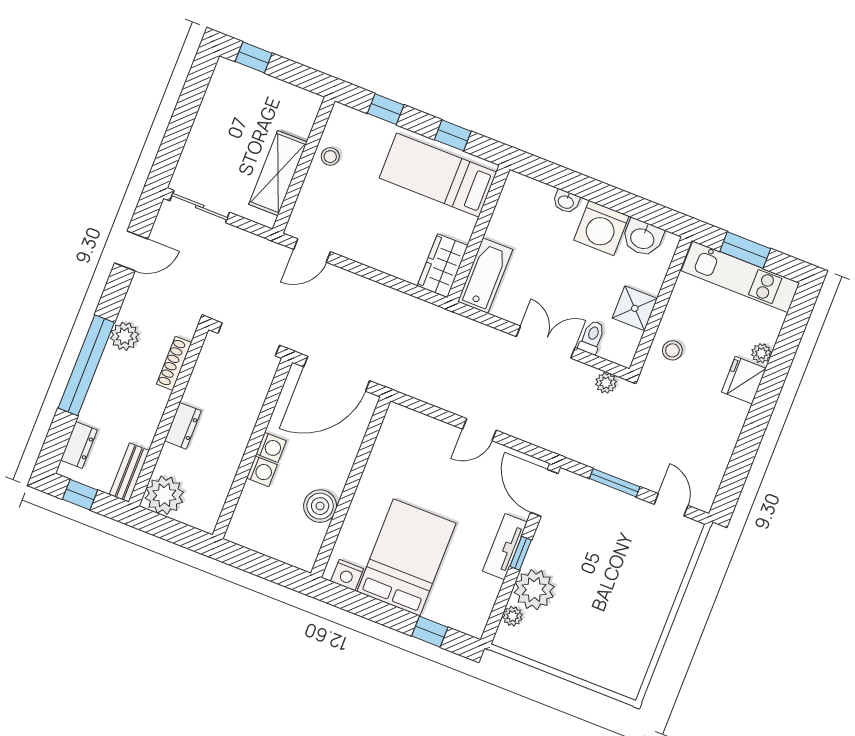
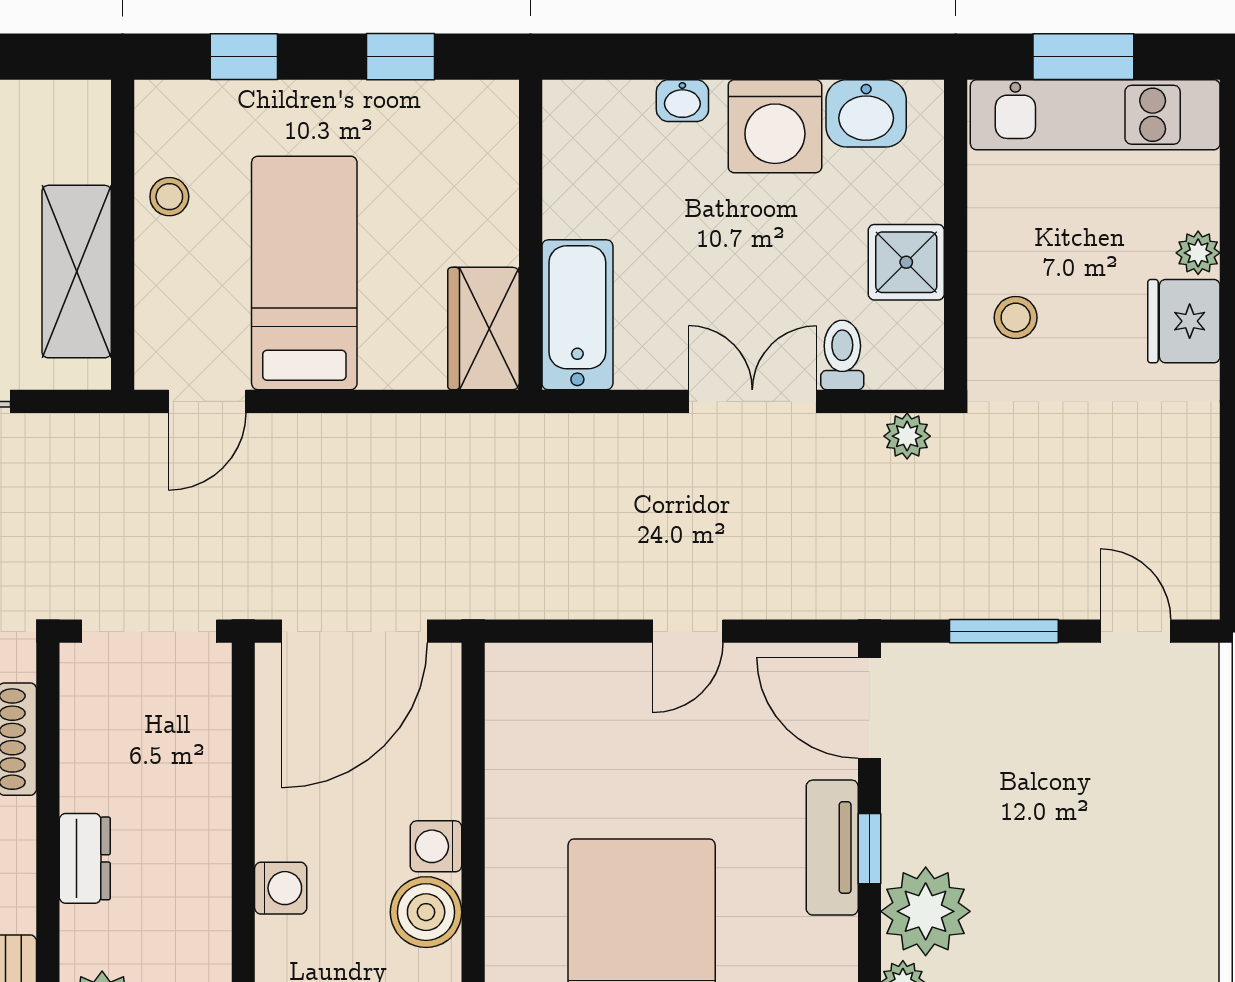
bed: (438, 175) -> (304, 273), moved, turned 90
washing machine: (271, 447) -> (436, 846), moved, turned 180

